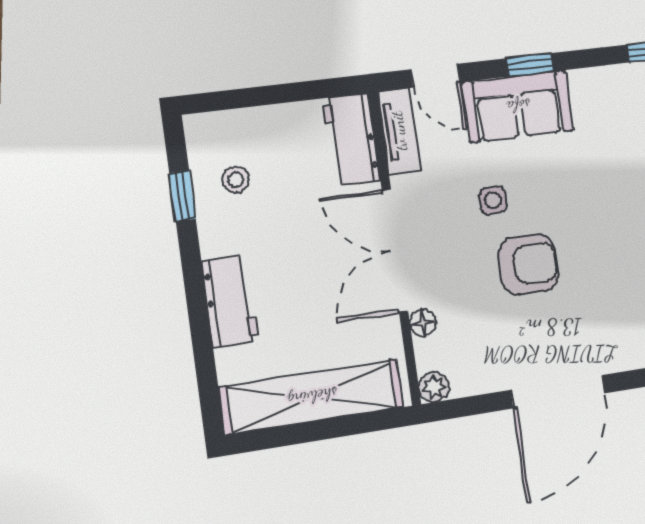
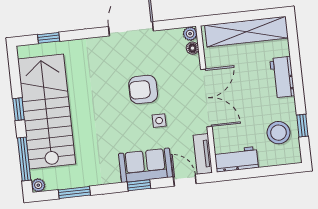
workbench: (351, 140) -> (236, 159), moved, turned -90
stool: (236, 180) -> (278, 133), width x1.89, depth x1.89
floor lamp: (423, 323) -> (192, 48), moved

